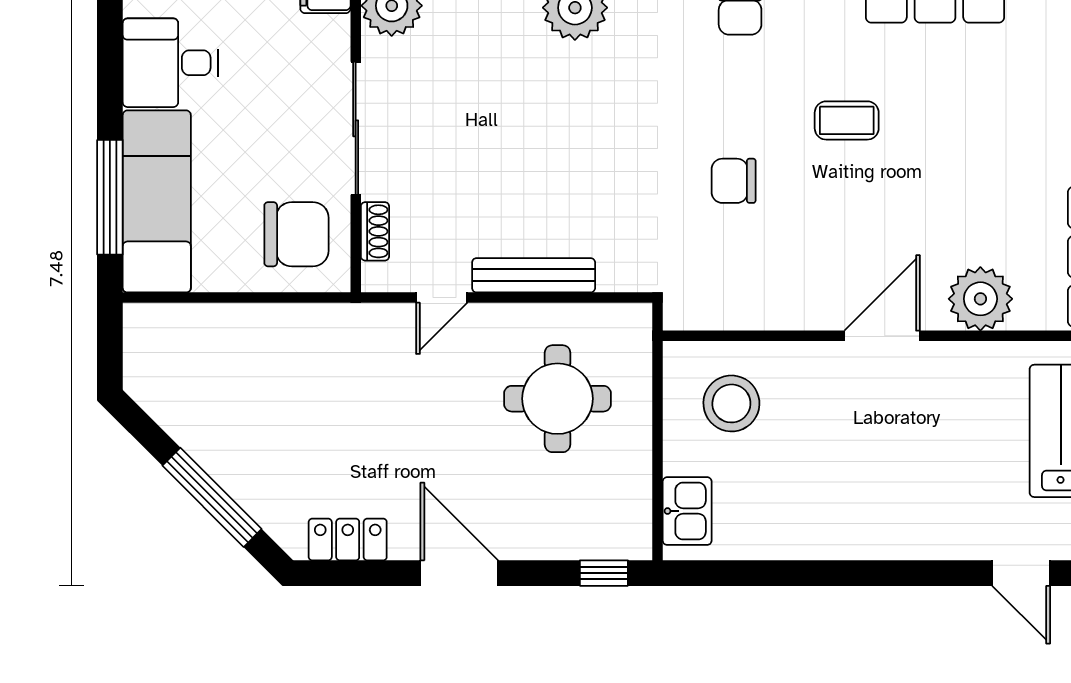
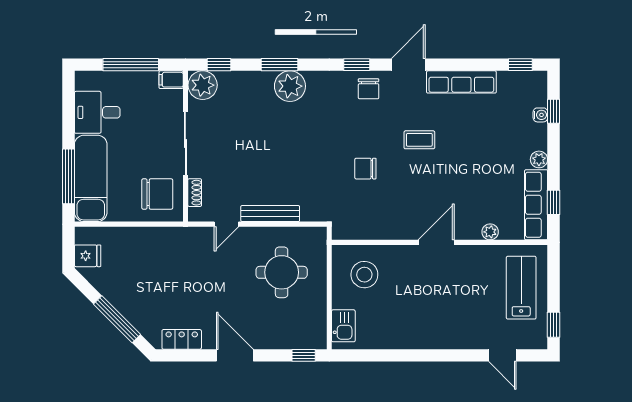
plant: (980, 299) -> (490, 232), width x0.53, depth x0.53
fridge: (150, 364) -> (88, 256), added

